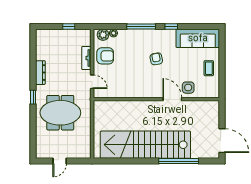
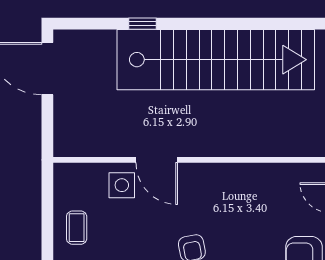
window: (179, 161) -> (143, 24), width x0.32

